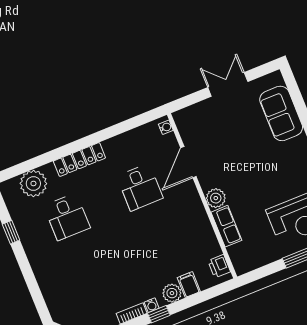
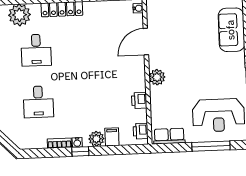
desk: (140, 187) -> (38, 102), moved
row of seats: (226, 226) -> (169, 136), moved, turned -90
printer: (205, 232) -> (139, 100), added

